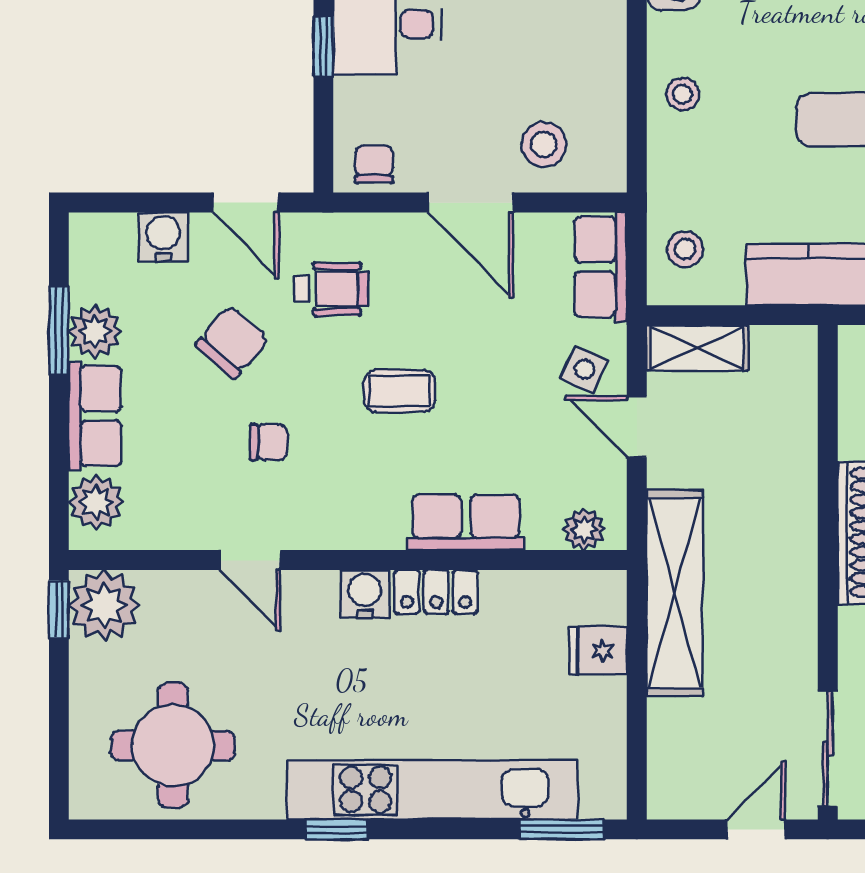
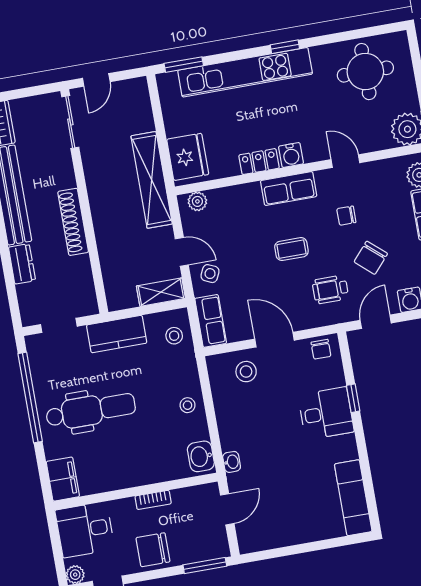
door: (246, 203) -> (376, 322), hinge flipped
row of seats: (466, 522) -> (289, 189), moved
fridge: (598, 651) -> (188, 157), width x1.88, depth x1.34

